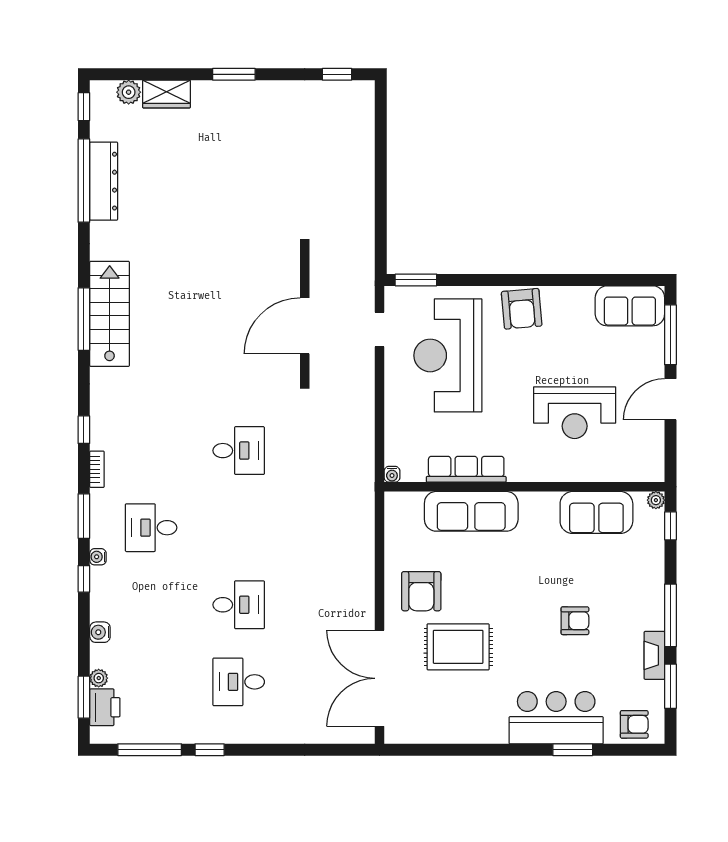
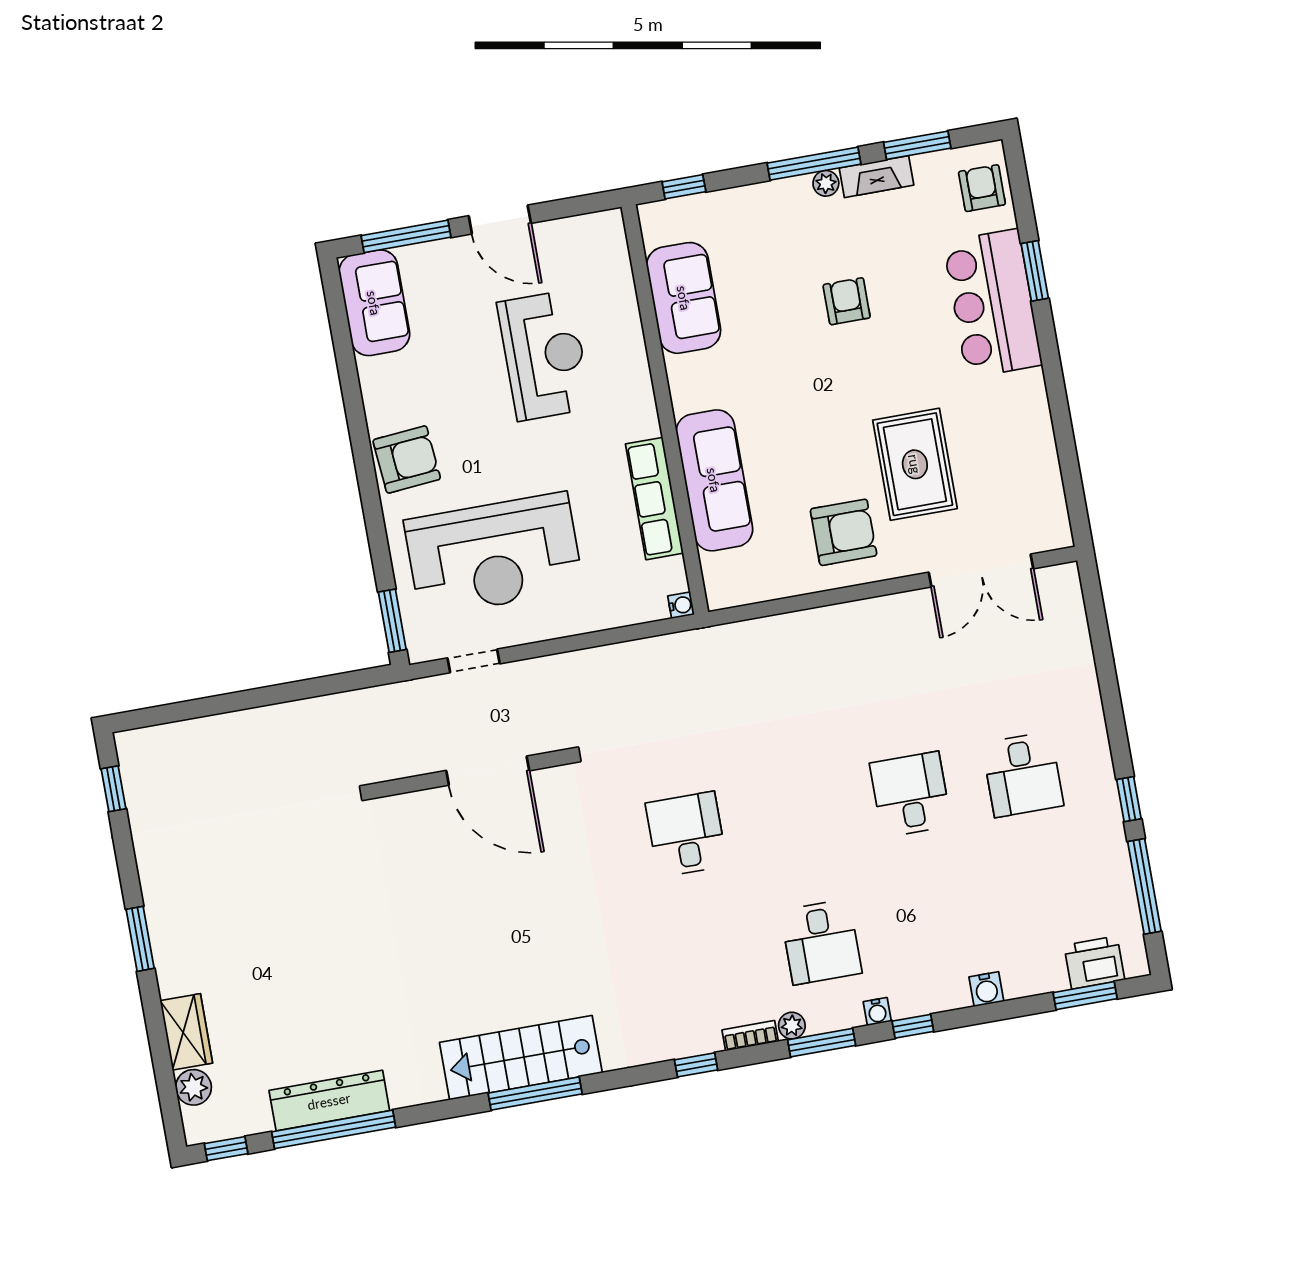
plant: (656, 500) -> (826, 183), moved
plant: (99, 678) -> (792, 1026), moved
double door: (379, 678) -> (981, 571), width x0.73

